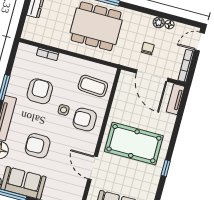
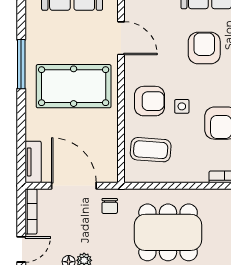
chair: (148, 49) -> (110, 206), moved
armchair: (38, 146) -> (204, 48), turned -90
window: (166, 168) -> (21, 64), width x2.17

